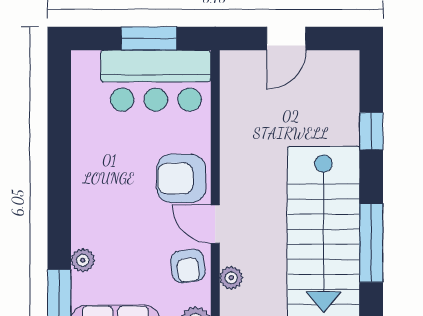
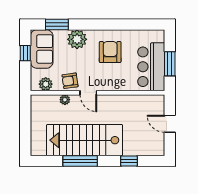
armchair: (181, 178) -> (110, 52), moved
door: (215, 224) -> (88, 93), swing flipped
plant: (83, 260) -> (77, 39), width x1.87, depth x1.87

